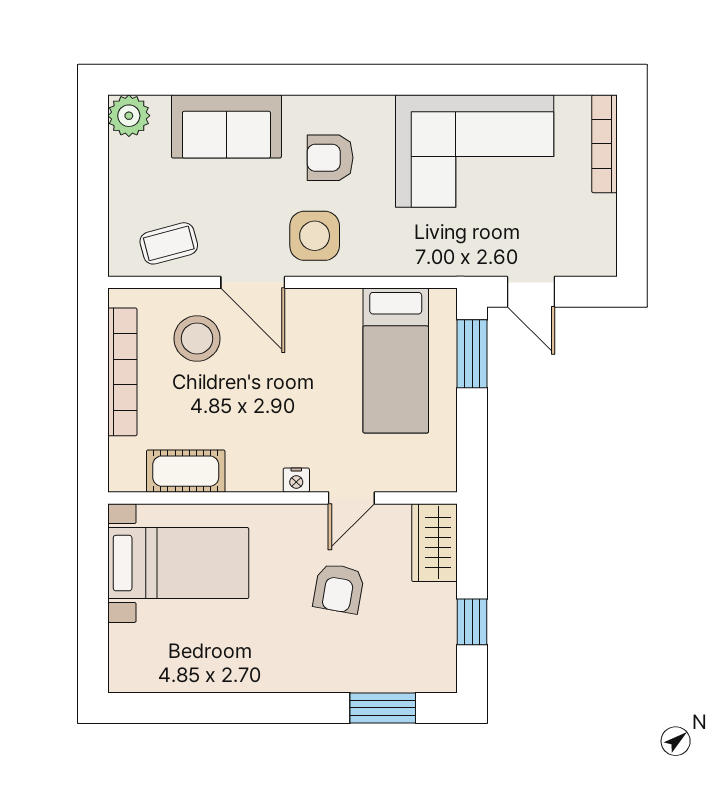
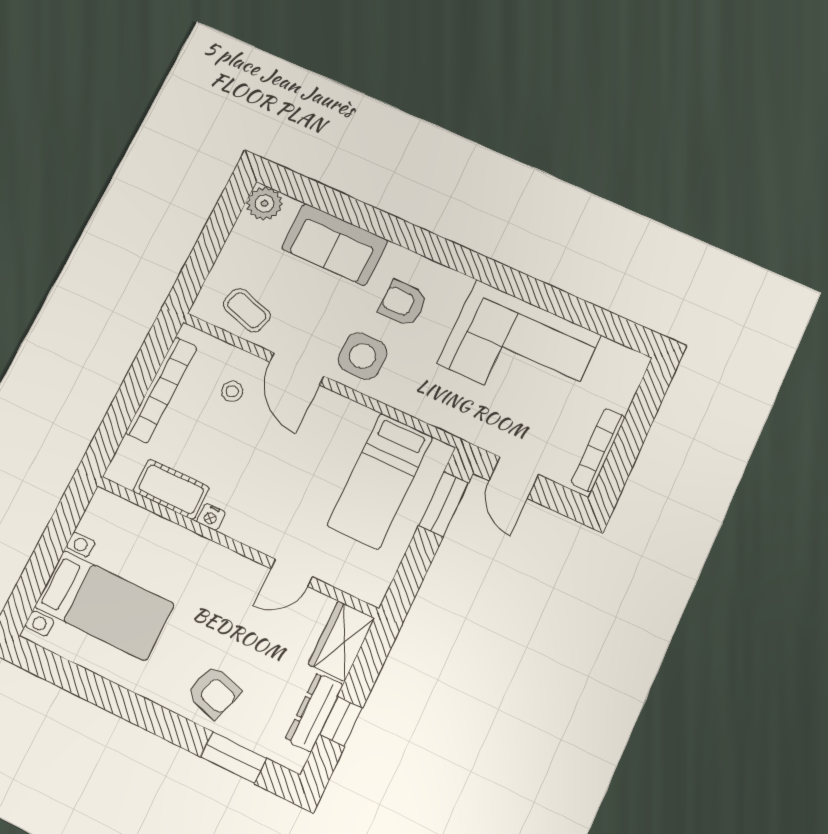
bookcase: (604, 144) -> (598, 450), moved
coffee table: (169, 243) -> (247, 310), turned 32
stool: (197, 338) -> (232, 391), width x0.53, depth x0.53
nightstand: (296, 480) -> (211, 517), moved
bed with nightstands: (178, 563) -> (104, 605), moved
armchair: (339, 588) -> (214, 692), moved, turned -83
dresser: (441, 626) -> (314, 712), added

